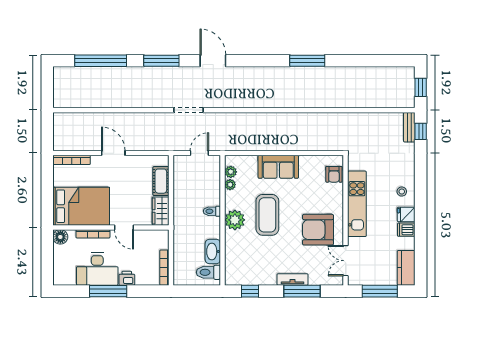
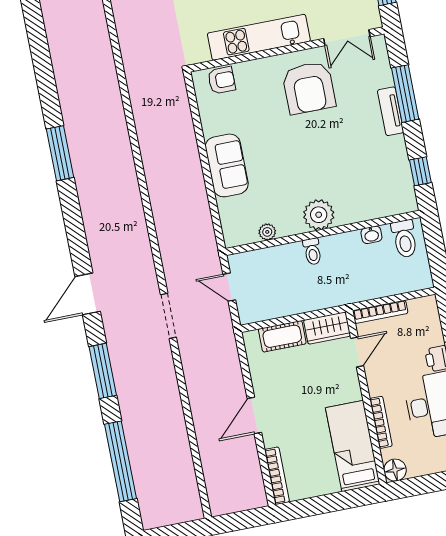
plant: (231, 172) -> (248, 235), removed
bed: (81, 206) -> (353, 446), width x0.67
coffee table: (267, 215) -> (301, 168), removed
door: (124, 227) -> (357, 352), moved
washbasin: (213, 251) -> (371, 235), width x0.52, depth x0.69
bookcase: (164, 268) -> (380, 312), moved

